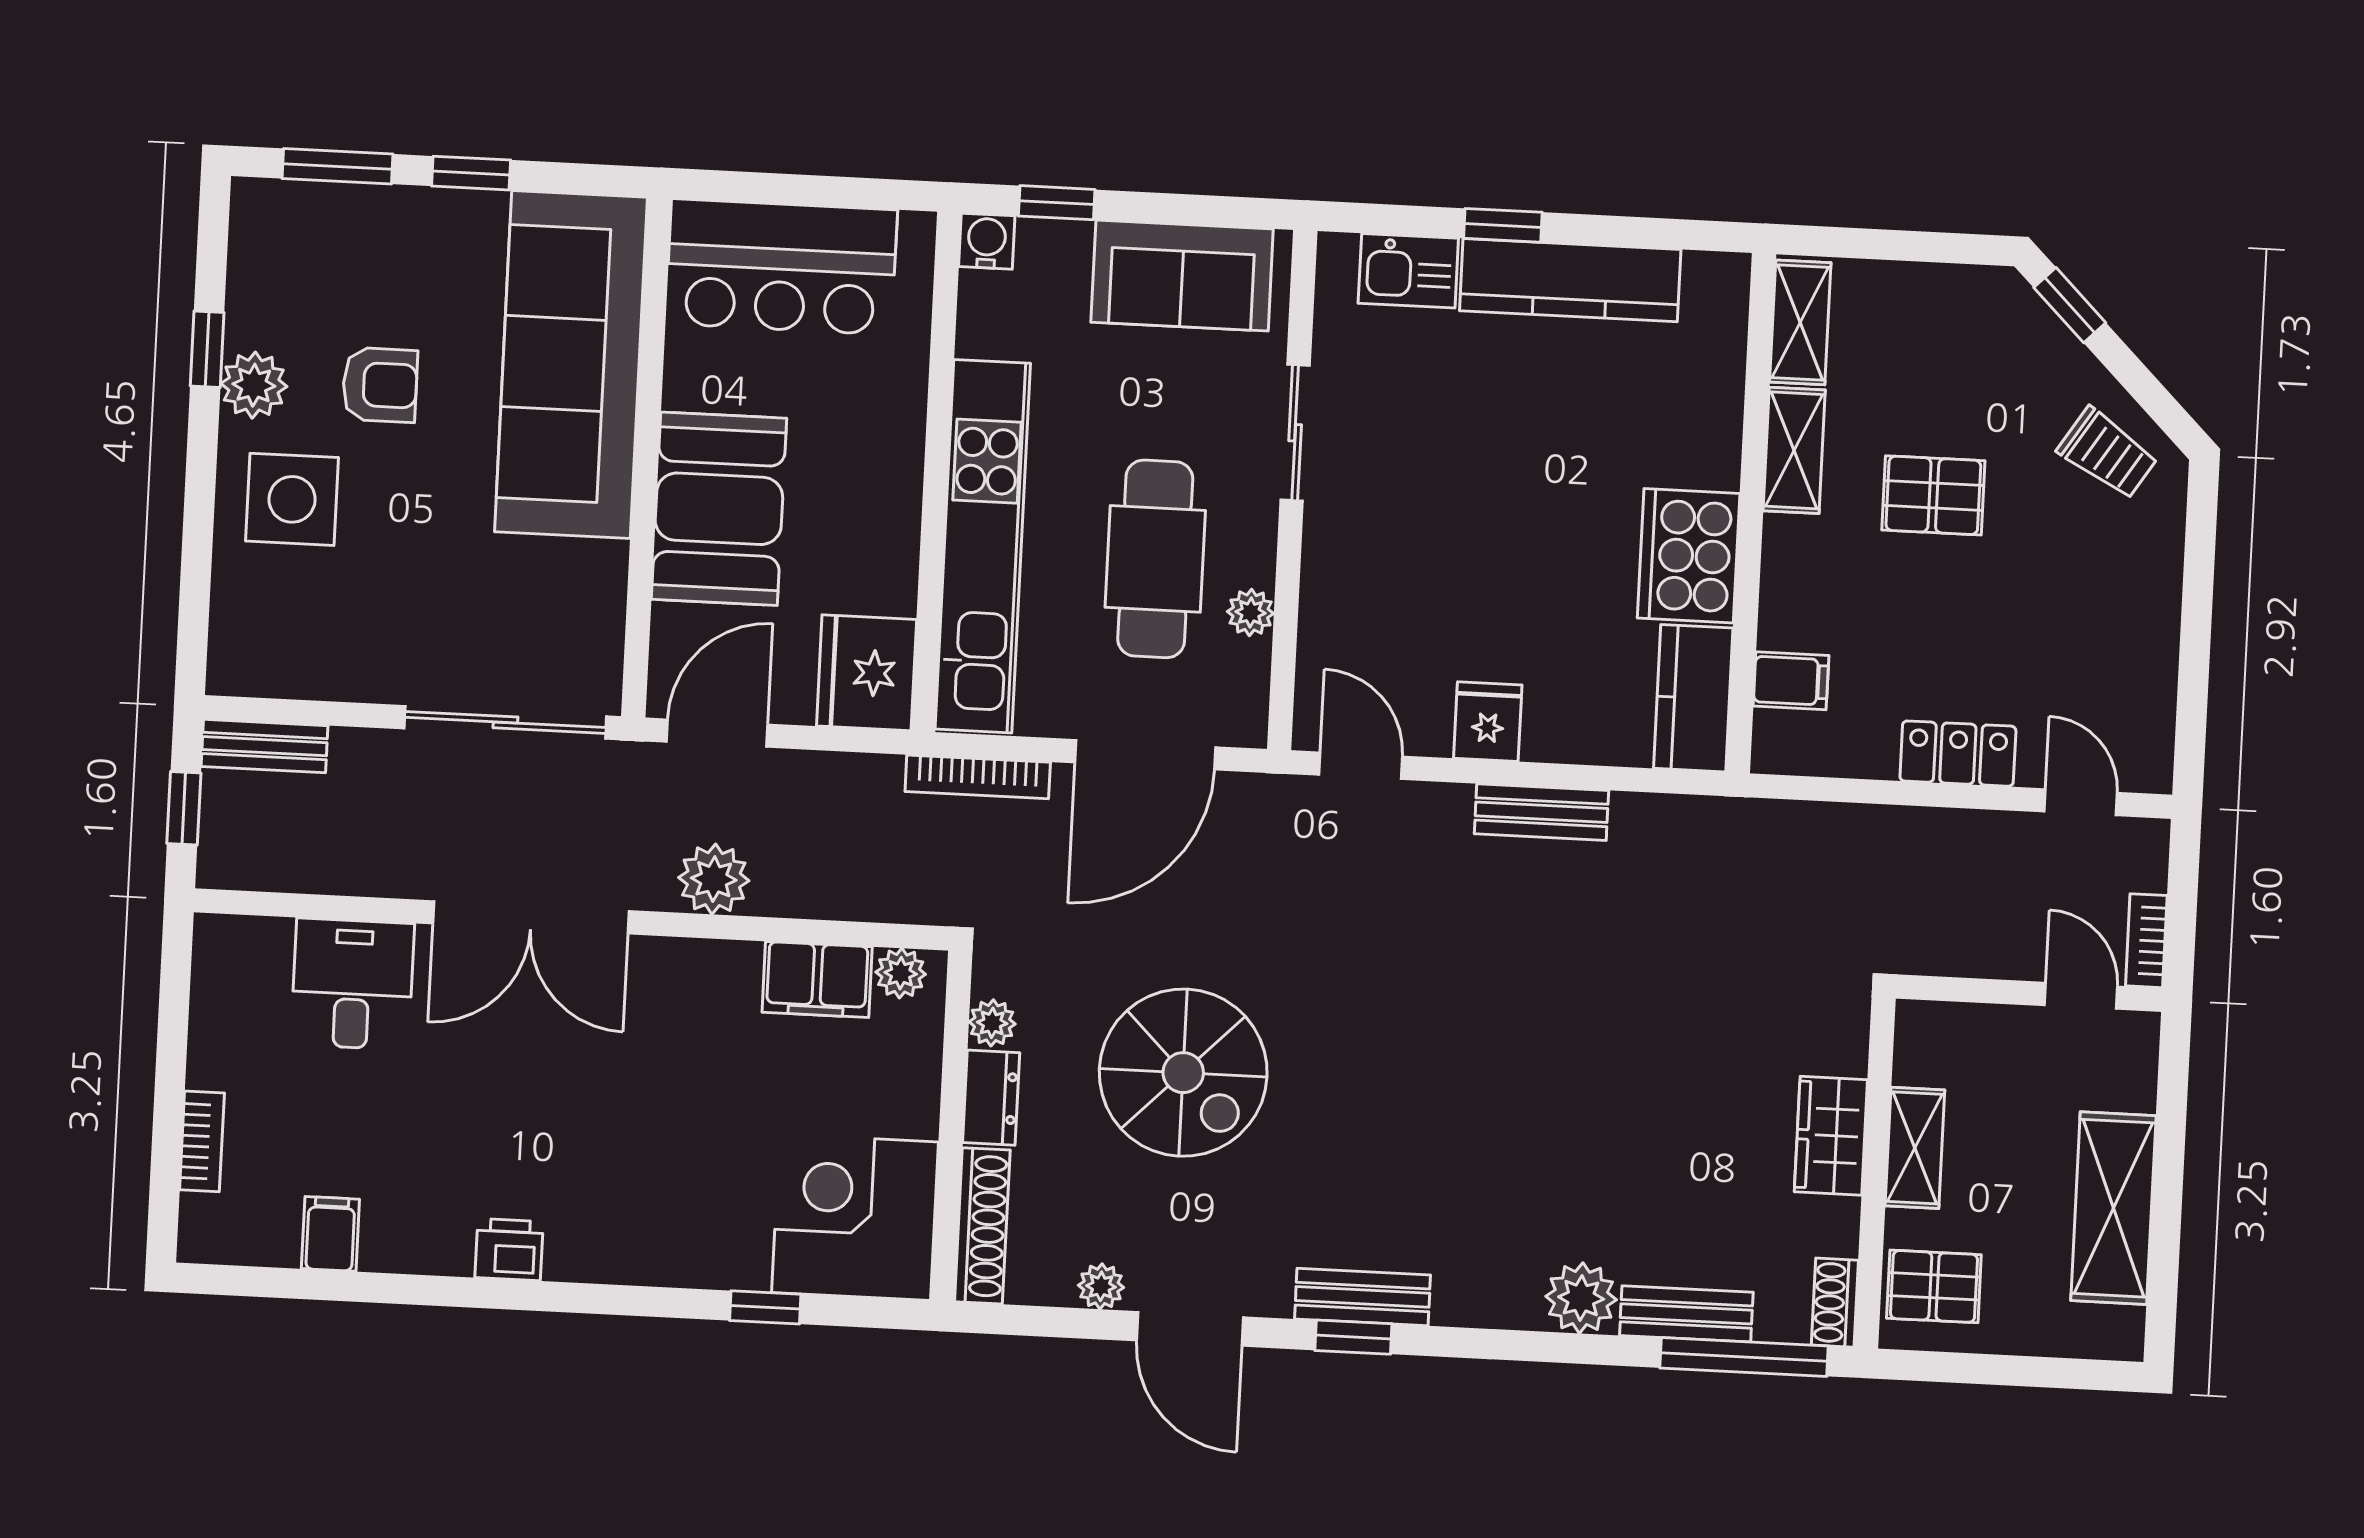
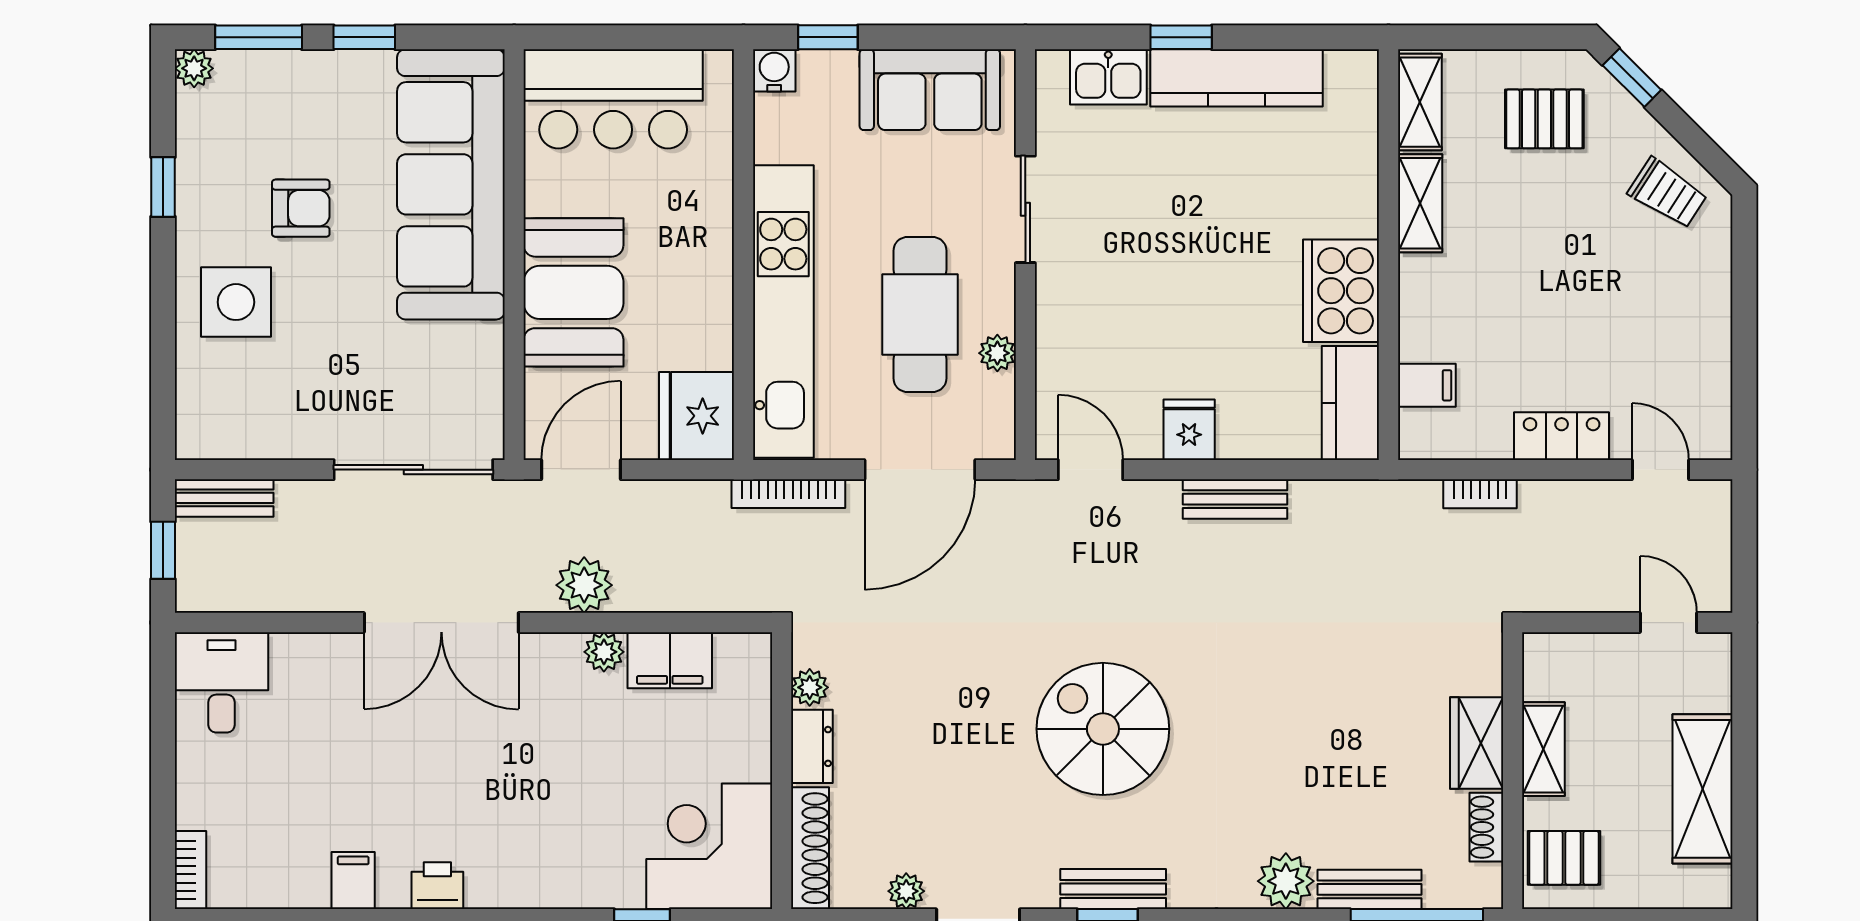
plant: (254, 385) -> (194, 68), moved, width x0.73, depth x0.73
pallet: (1933, 495) -> (1544, 119), moved
bookcase: (2146, 941) -> (1480, 494), moved, turned -90
plant: (901, 973) -> (604, 652), moved
desk: (353, 984) -> (222, 682), moved
spiral stairs: (1183, 1073) -> (1103, 729), moved, turned 180
bookcase: (202, 1141) -> (191, 870), moved
filing cabinet: (330, 1234) -> (353, 880), moved
shoe rack: (1835, 1303) -> (1486, 827), moved

